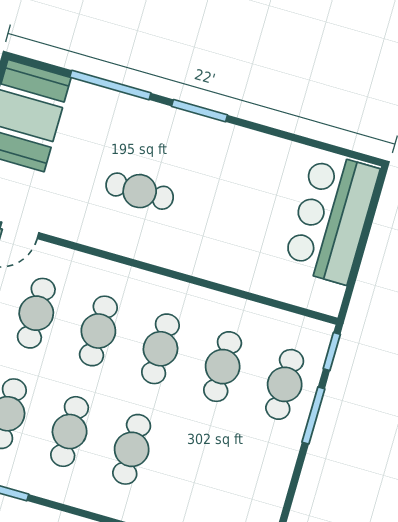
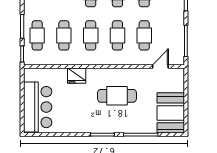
cafe table: (140, 191) -> (117, 96), width x1.37, depth x1.35
fridge: (220, 265) -> (77, 76), added

